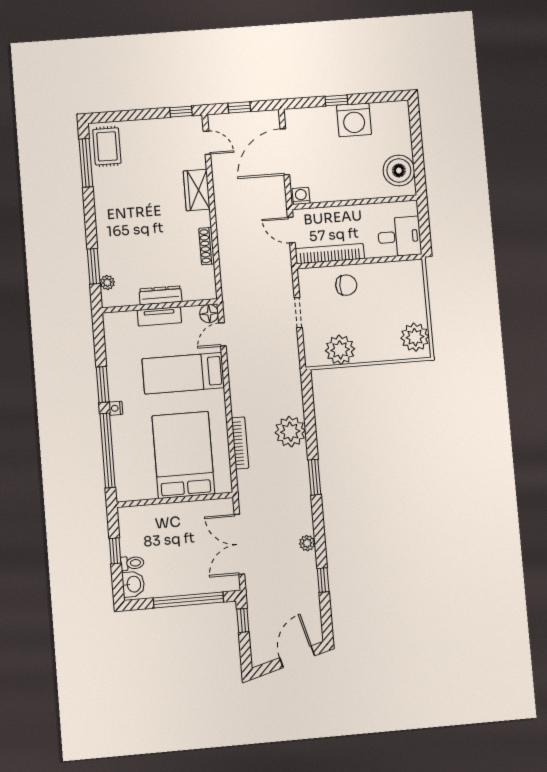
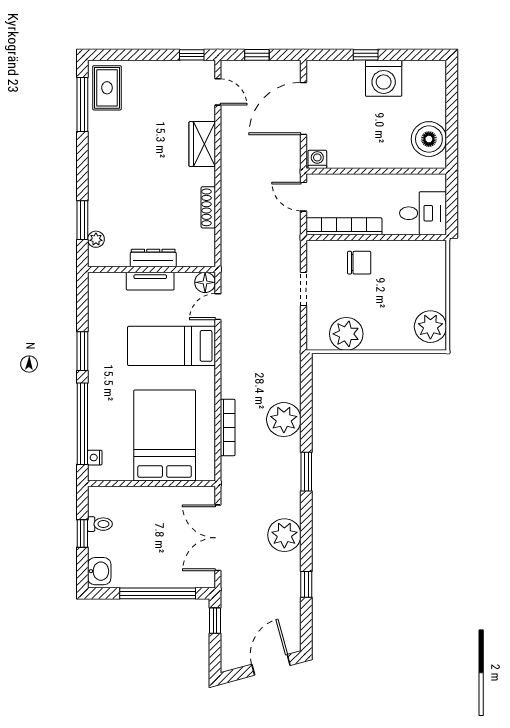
nightstand: (116, 408) -> (95, 458), moved
plant: (307, 543) -> (284, 535), width x1.87, depth x1.87
toilet: (132, 563) -> (100, 524), moved

